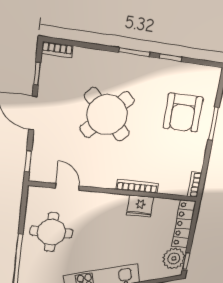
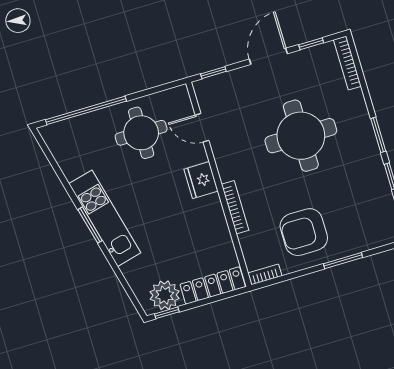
bookcase: (57, 50) -> (347, 63), width x1.56
armchair: (183, 113) -> (304, 232), moved
round table: (107, 115) -> (301, 136), turned 45
door: (67, 187) -> (202, 128), swing flipped
fridge: (140, 206) -> (201, 180), moved

